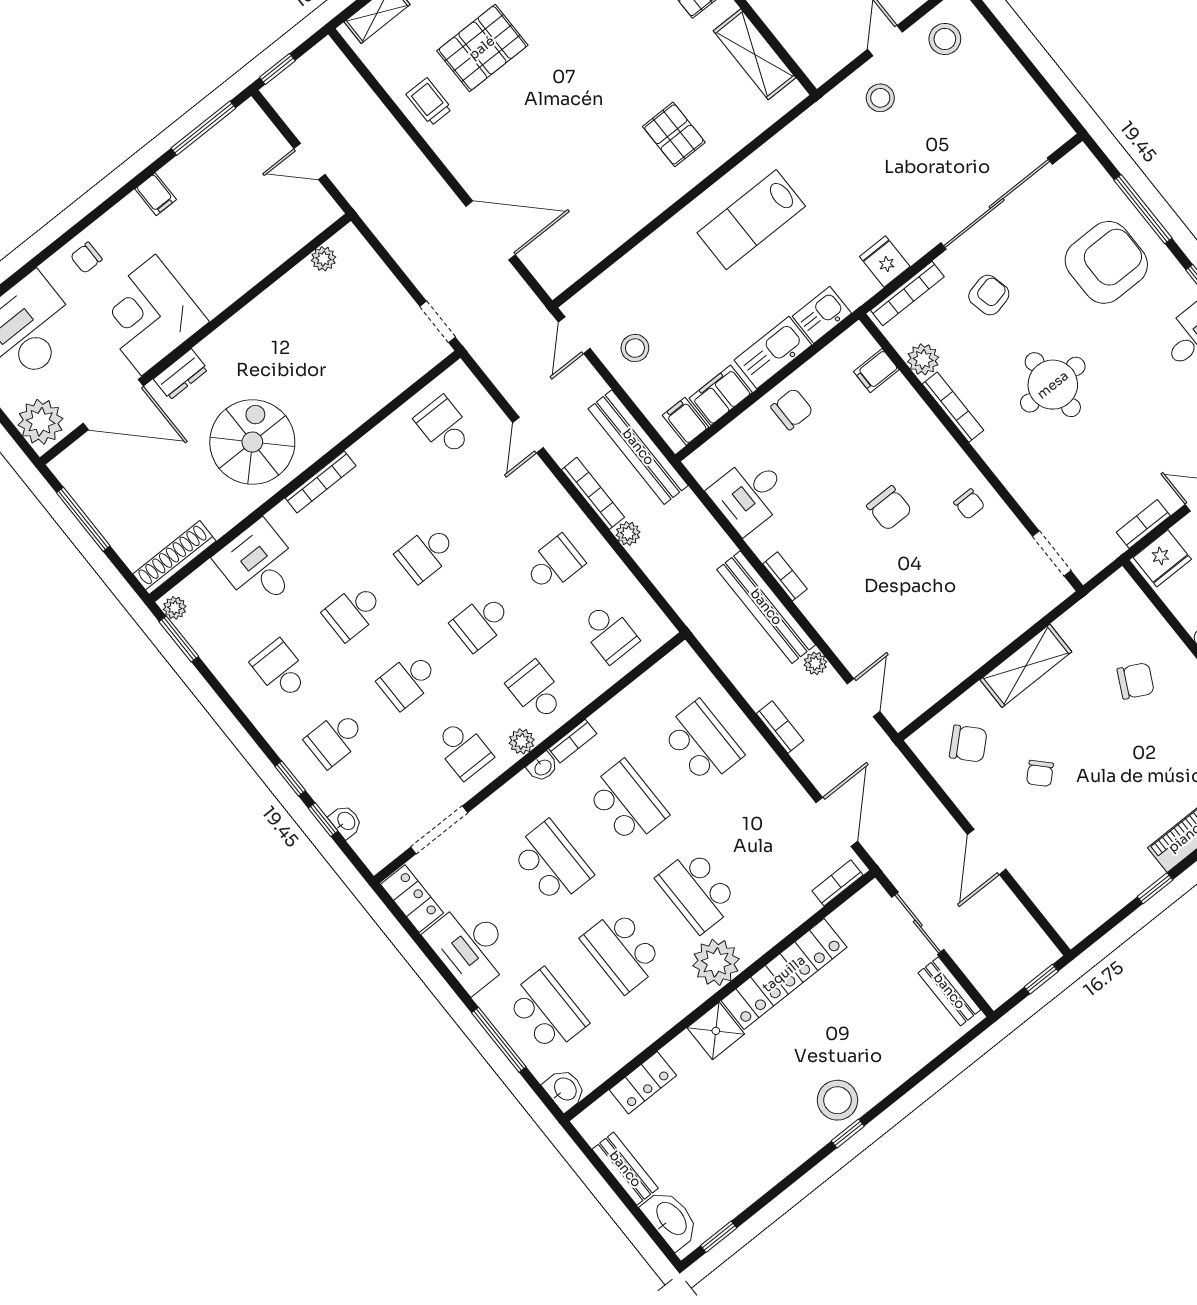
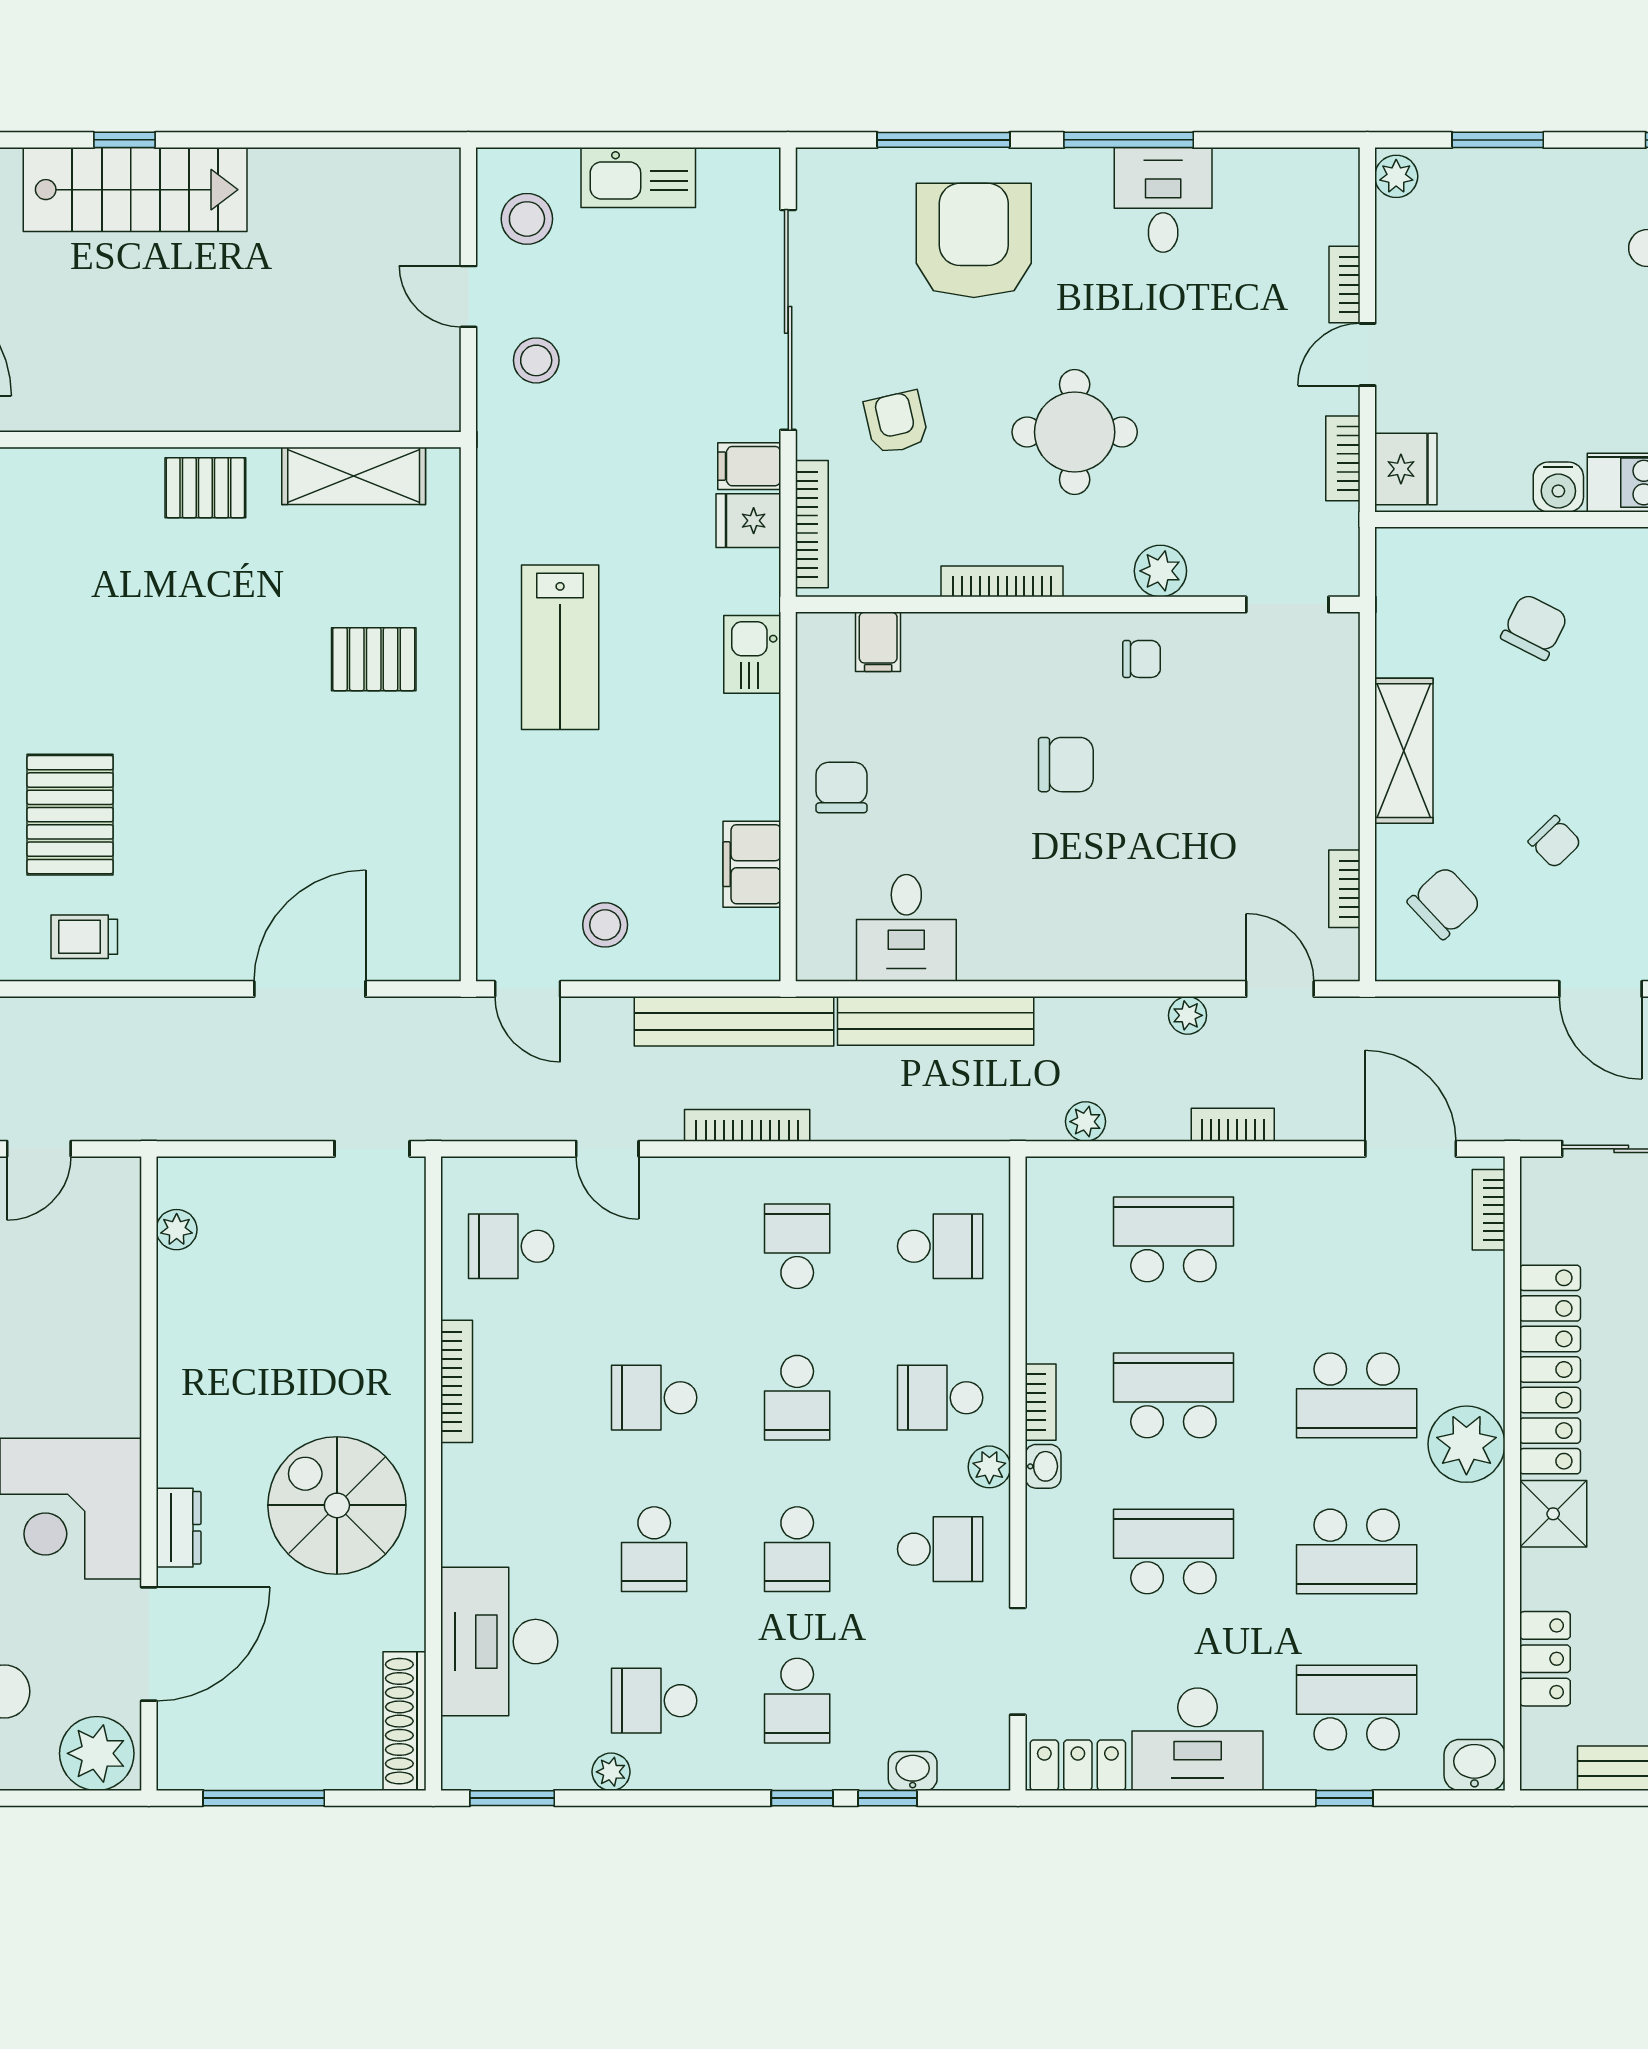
kitchen sink: (773, 353) -> (638, 178), moved, turned -90
plant: (923, 359) -> (1160, 571), moved
filing cabinet: (686, 421) -> (749, 466), moved
bookcase: (321, 482) -> (457, 1381), moved
plant: (628, 533) -> (1086, 1122), moved
school desk: (426, 553) -> (654, 1398), turned 90
desk: (259, 565) -> (499, 1642), width x1.37
bookcase: (785, 576) -> (1344, 889), moved, turned -90
bench: (766, 607) -> (936, 1021), moved
plant: (175, 608) -> (611, 1772), moved
window: (499, 1040) -> (1344, 1798), width x0.46

